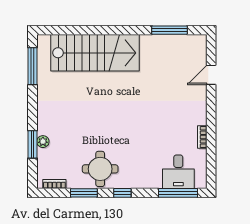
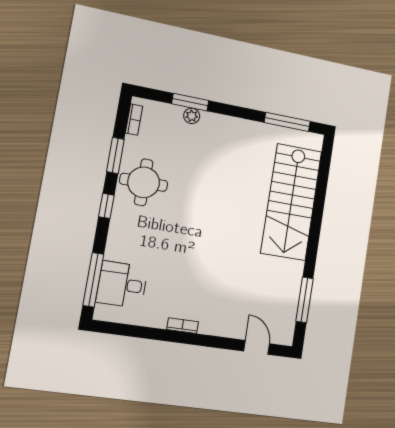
door: (211, 75) -> (257, 347), moved
bookcase: (202, 137) -> (183, 326), moved

